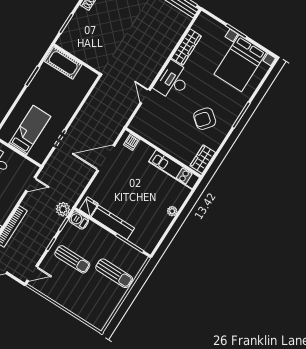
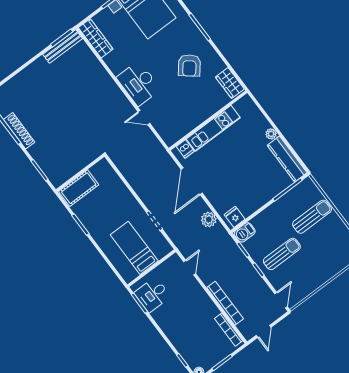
wardrobe: (186, 47) -> (96, 38), moved
kitchen unit: (174, 170) -> (213, 128), moved
plant: (63, 209) -> (209, 219), moved
kitchen counter: (113, 222) -> (287, 159), moved, turned -90

